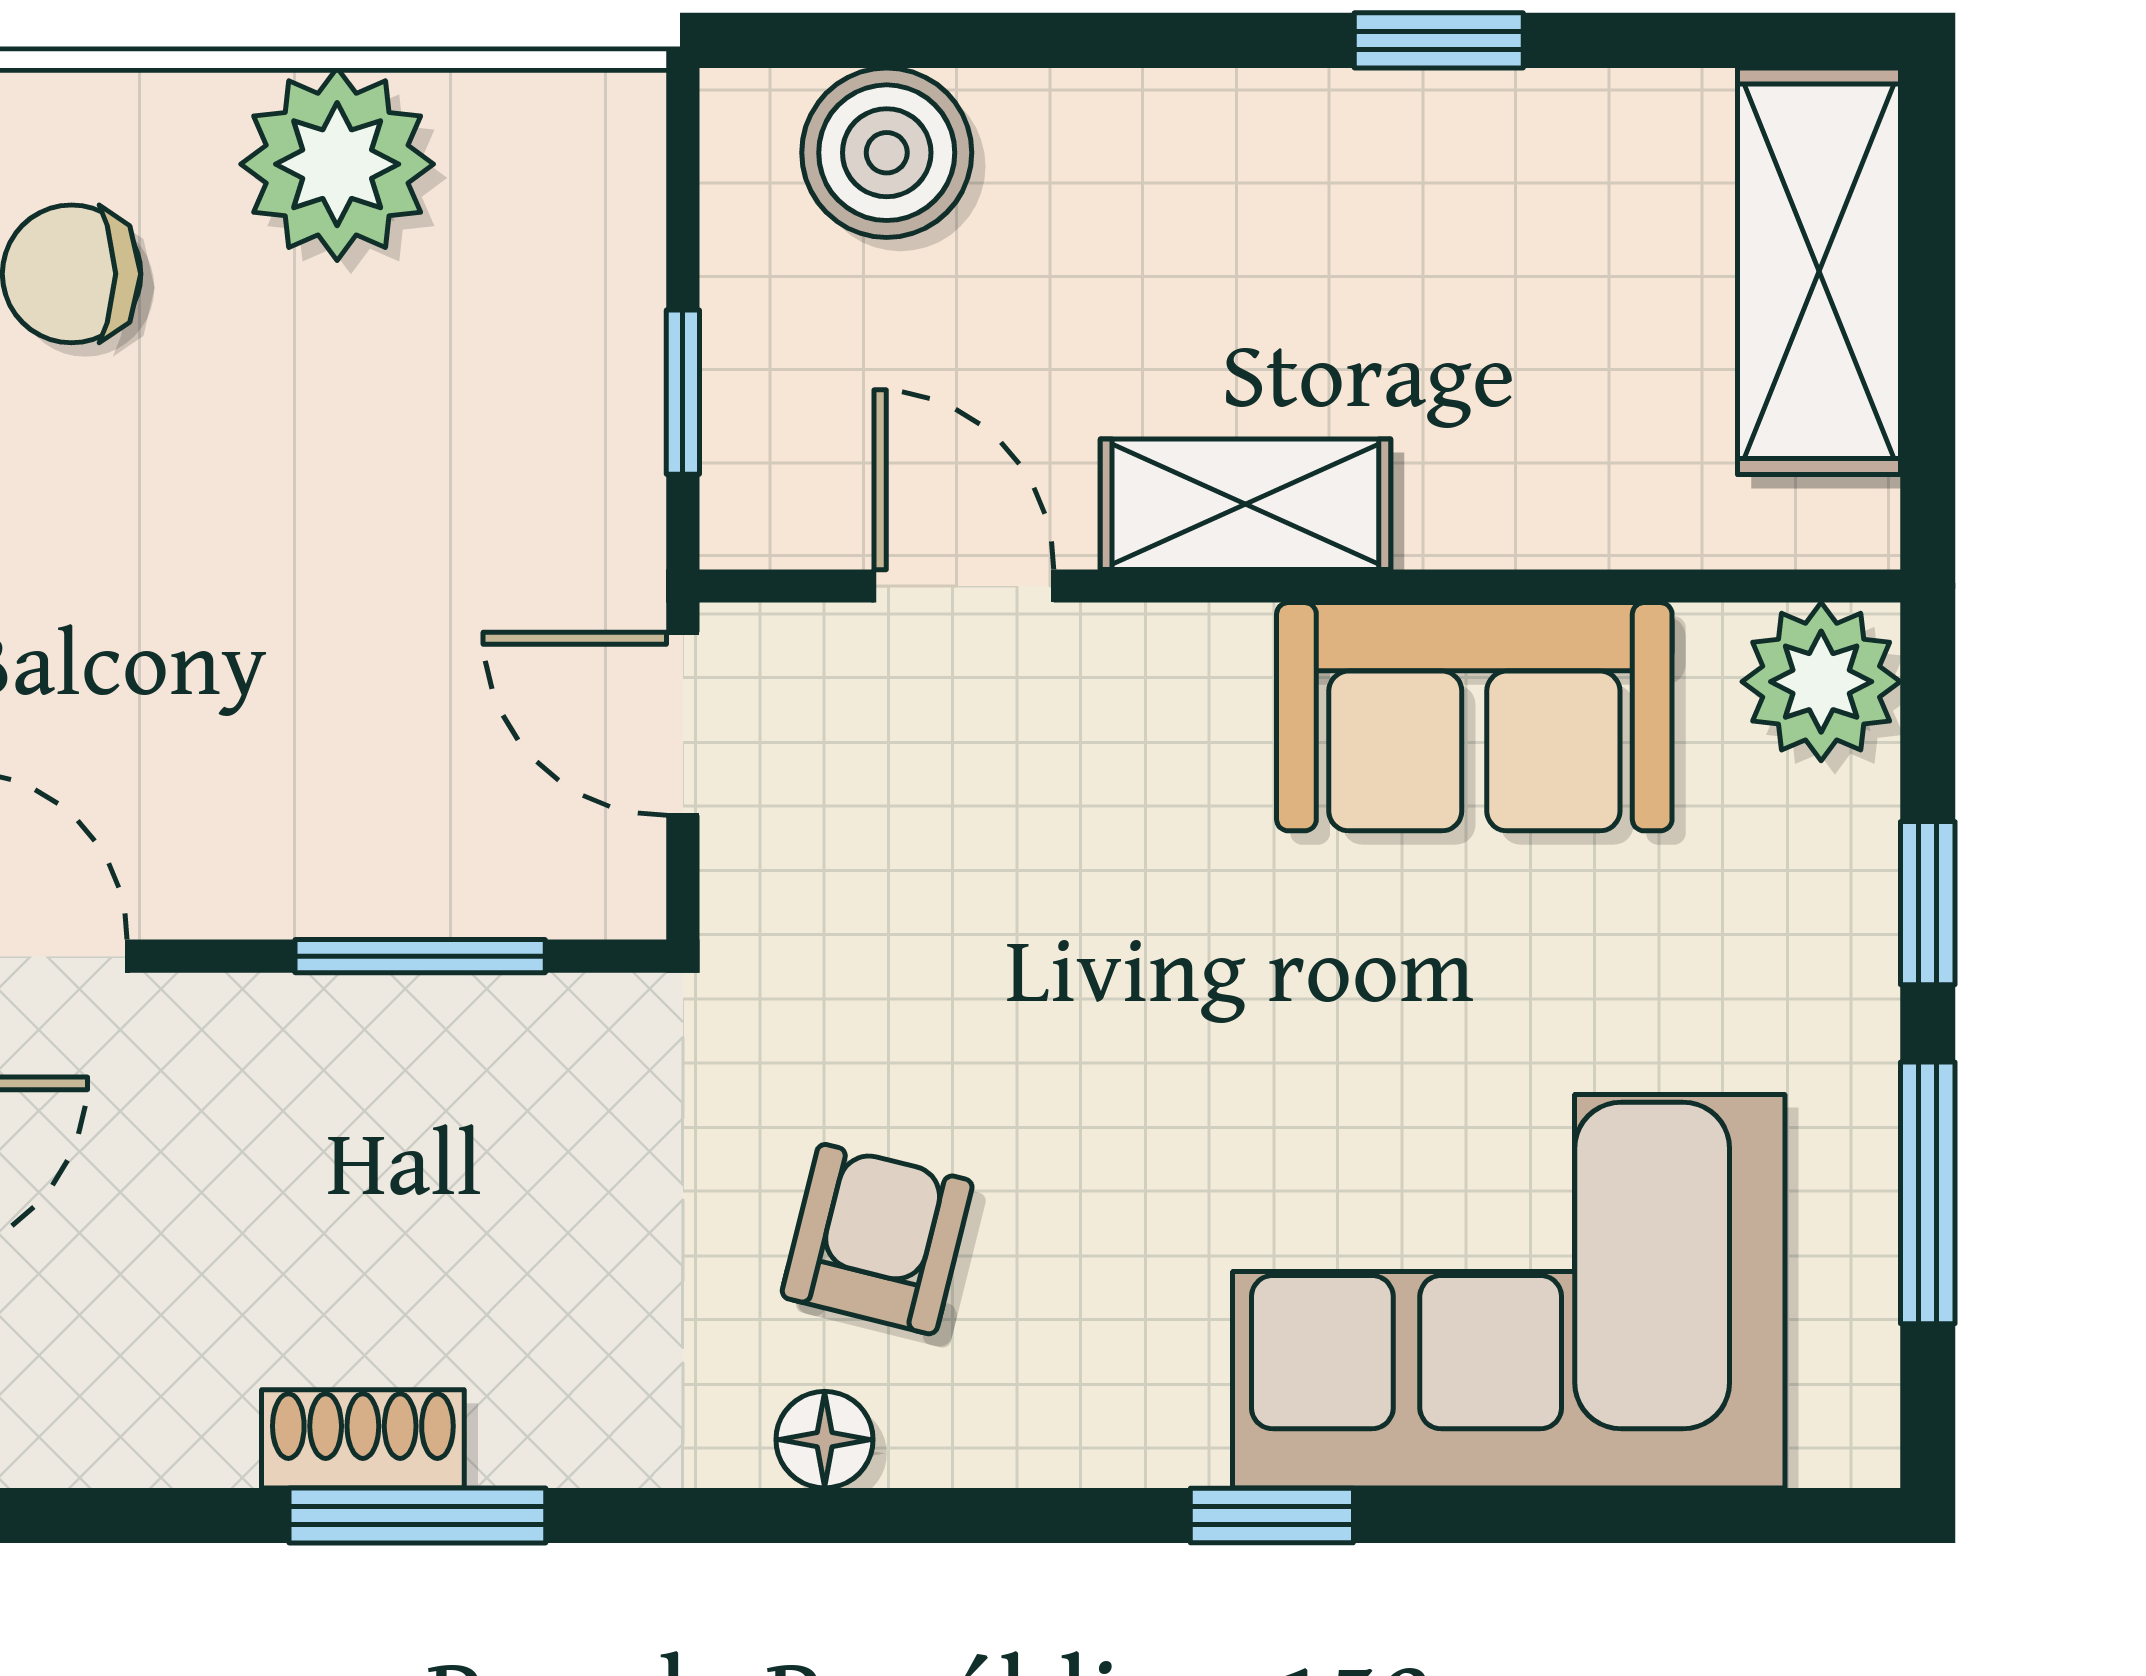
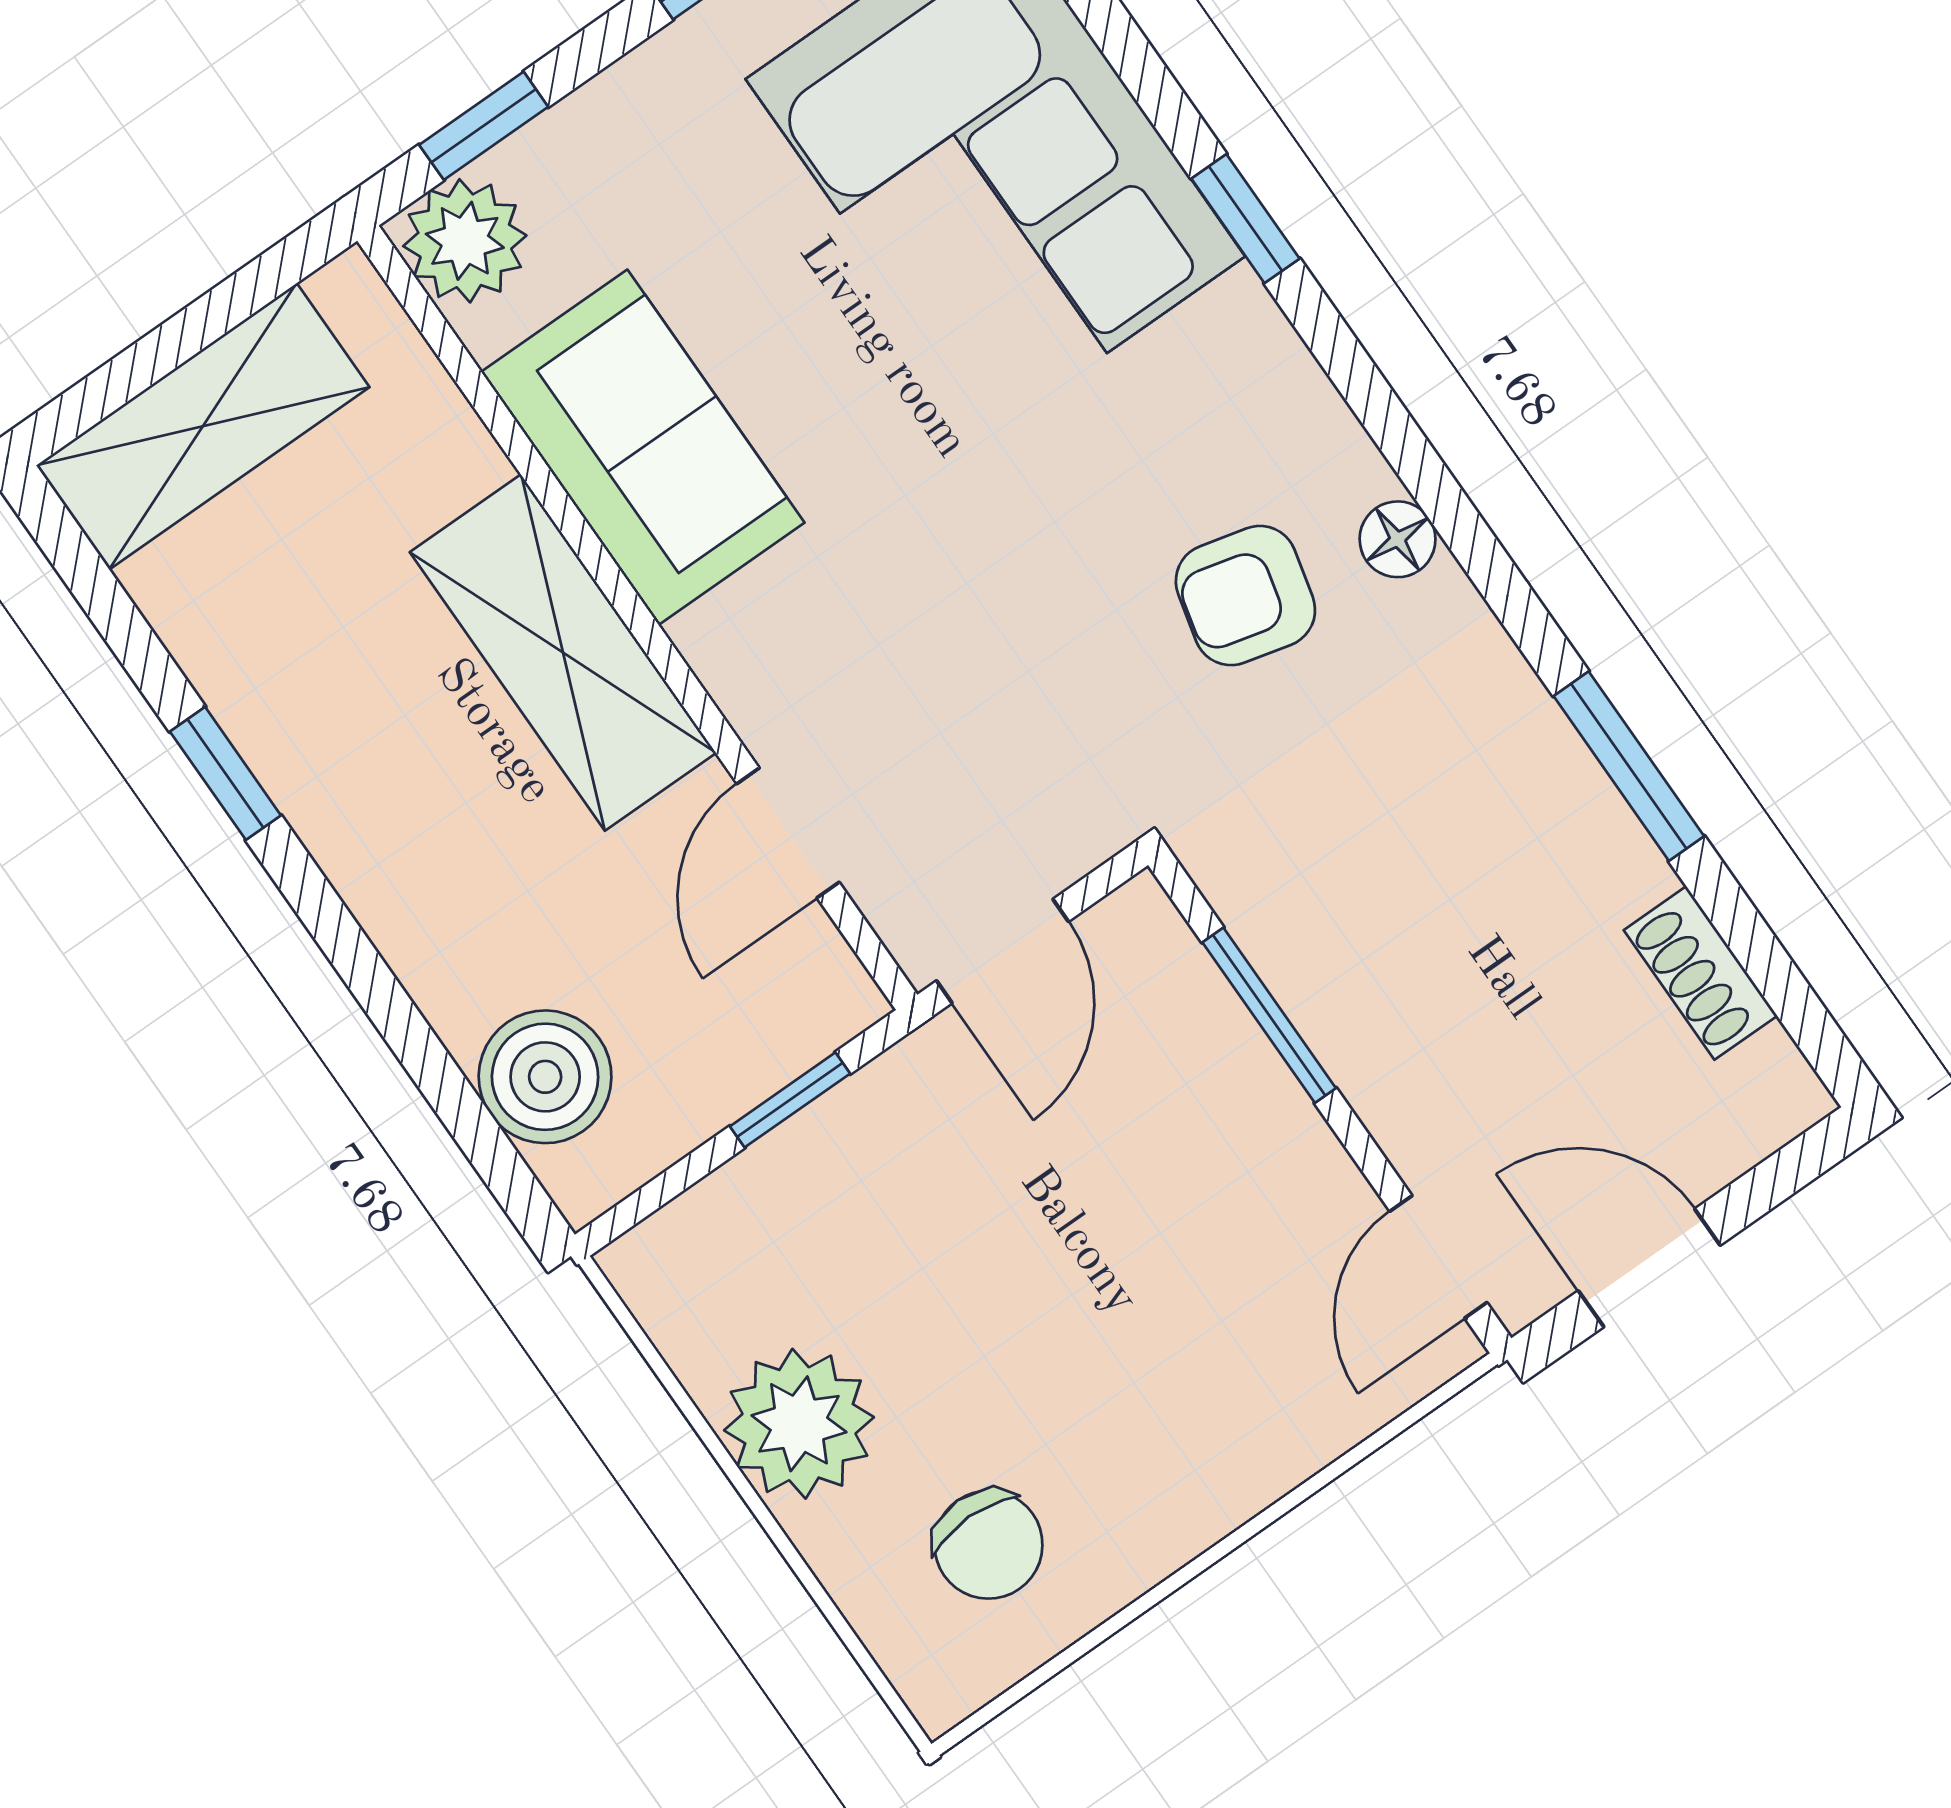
shelving: (1245, 504) -> (563, 653), width x1.50, depth x1.33
window: (1928, 903) -> (484, 126), moved
shoe rack: (363, 1439) -> (1700, 973), moved

